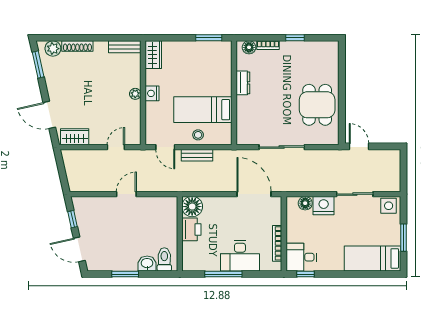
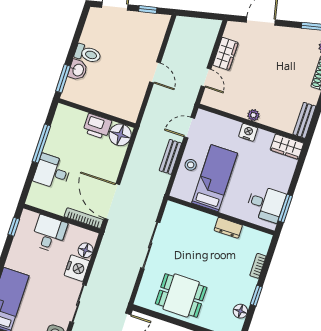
floor lamp: (249, 47) -> (240, 311), moved
desk: (210, 57) -> (266, 204), added
wardrobe: (75, 137) -> (225, 54), moved
door: (254, 194) -> (112, 202), swing flipped
bookcase: (277, 243) -> (84, 218), moved
desk: (240, 256) -> (52, 172), width x0.73
desk: (301, 257) -> (49, 234), moved
toilet: (164, 259) -> (88, 54), moved
window: (125, 274) -> (63, 79), moved

